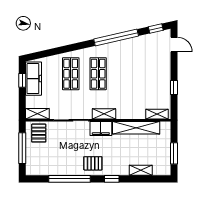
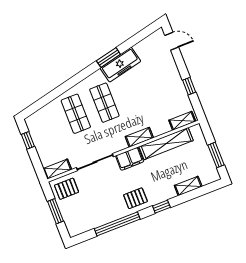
window: (156, 29) -> (146, 32), removed
window: (116, 38) -> (108, 57), width x0.47
freezer: (33, 79) -> (120, 65), moved, turned 77
shelving: (104, 114) -> (139, 137), moved
pallet: (39, 133) -> (67, 189), turned 90
window: (22, 148) -> (56, 211), width x0.69

